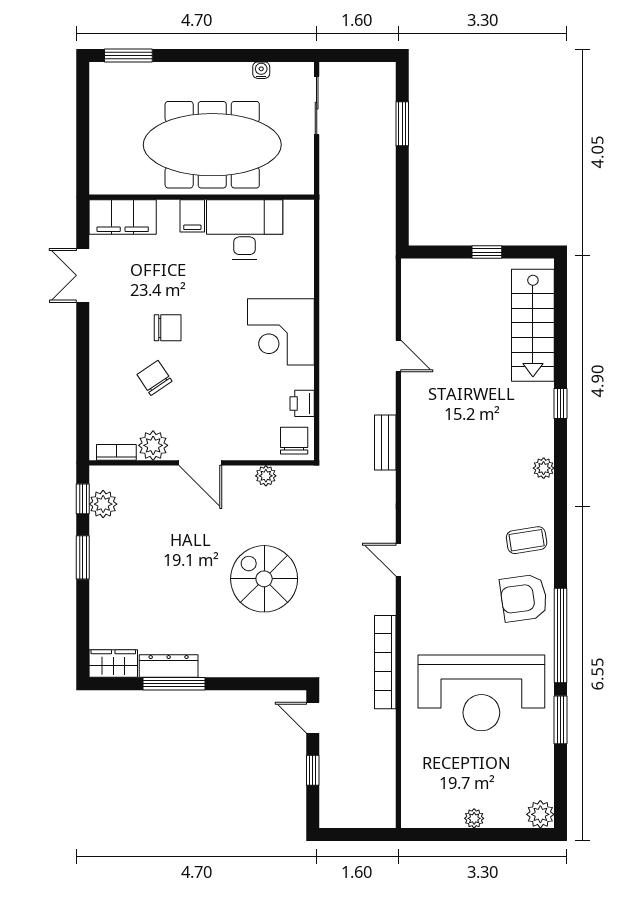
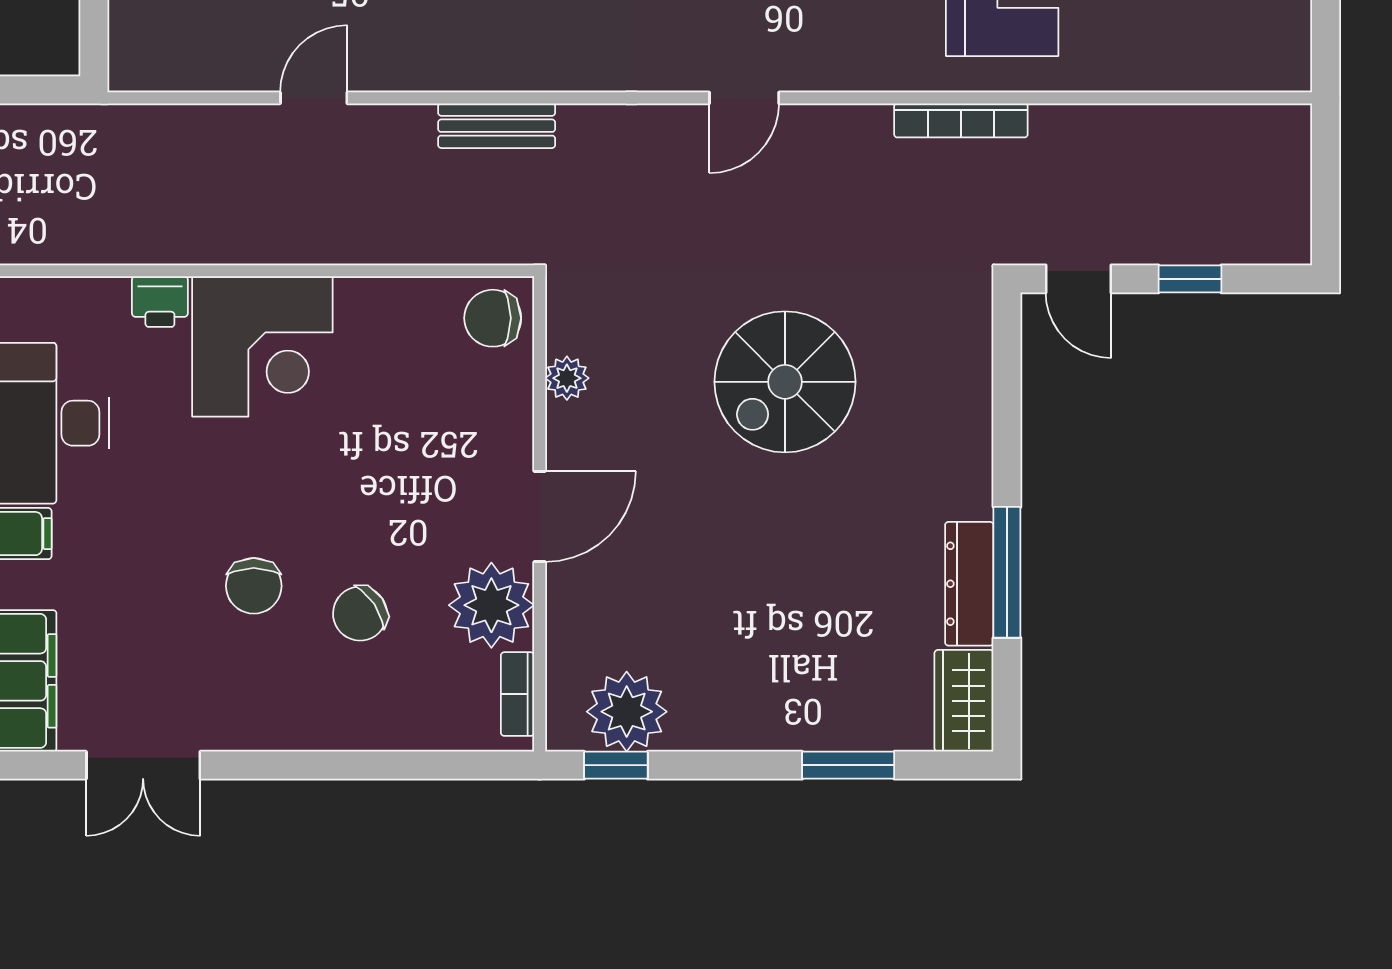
chair: (168, 328) -> (254, 586), turned 180
printer: (302, 403) -> (160, 302), moved
plant: (153, 445) -> (491, 605), width x1.36, depth x1.36
plant: (103, 504) -> (627, 712), width x1.36, depth x1.36
window: (83, 557) -> (848, 765), moved
bookcase: (385, 662) -> (961, 120), width x0.68, depth x0.76
door: (313, 718) -> (1078, 279), hinge flipped

